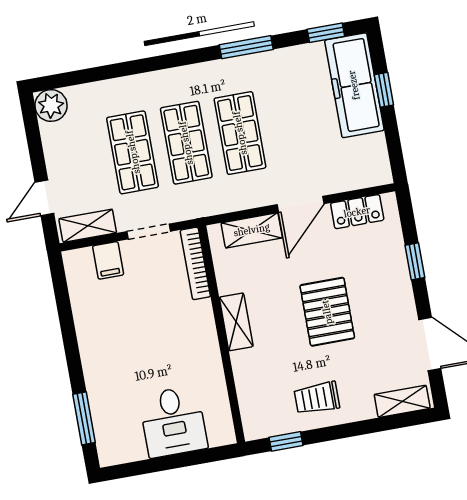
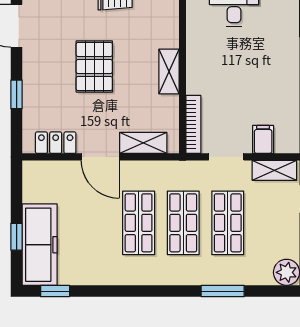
window: (246, 47) -> (223, 291), moved
door: (301, 204) -> (100, 157), swing flipped

